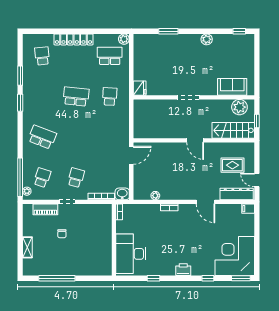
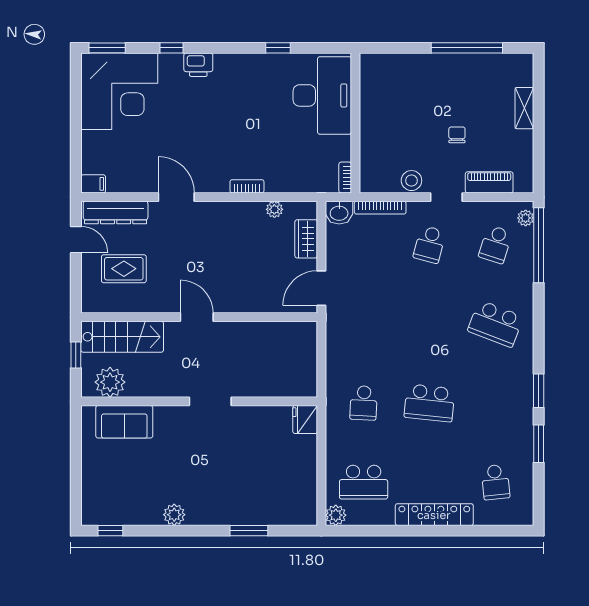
wardrobe: (139, 180) -> (306, 239), added
stool: (85, 210) -> (411, 181), added
printer: (183, 270) -> (198, 65), moved

